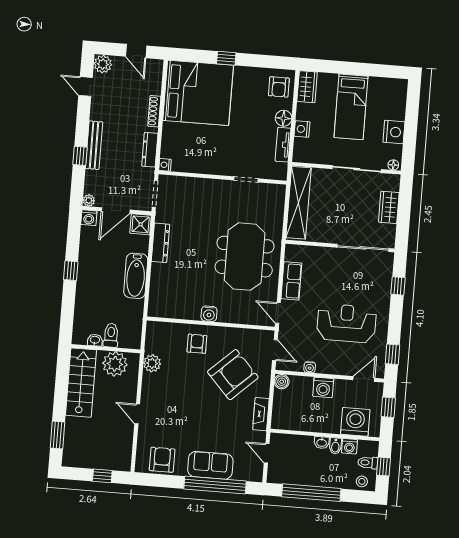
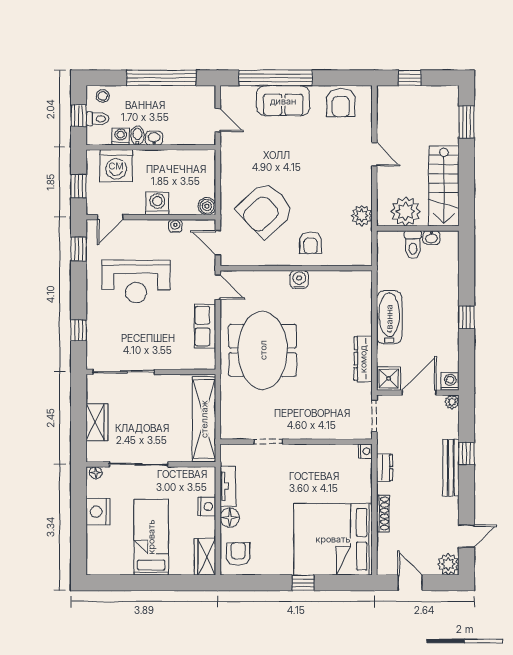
door: (86, 86) -> (467, 536), hinge flipped
dresser: (150, 150) -> (385, 468), width x0.70
fireplace: (261, 414) -> (228, 166), removed

